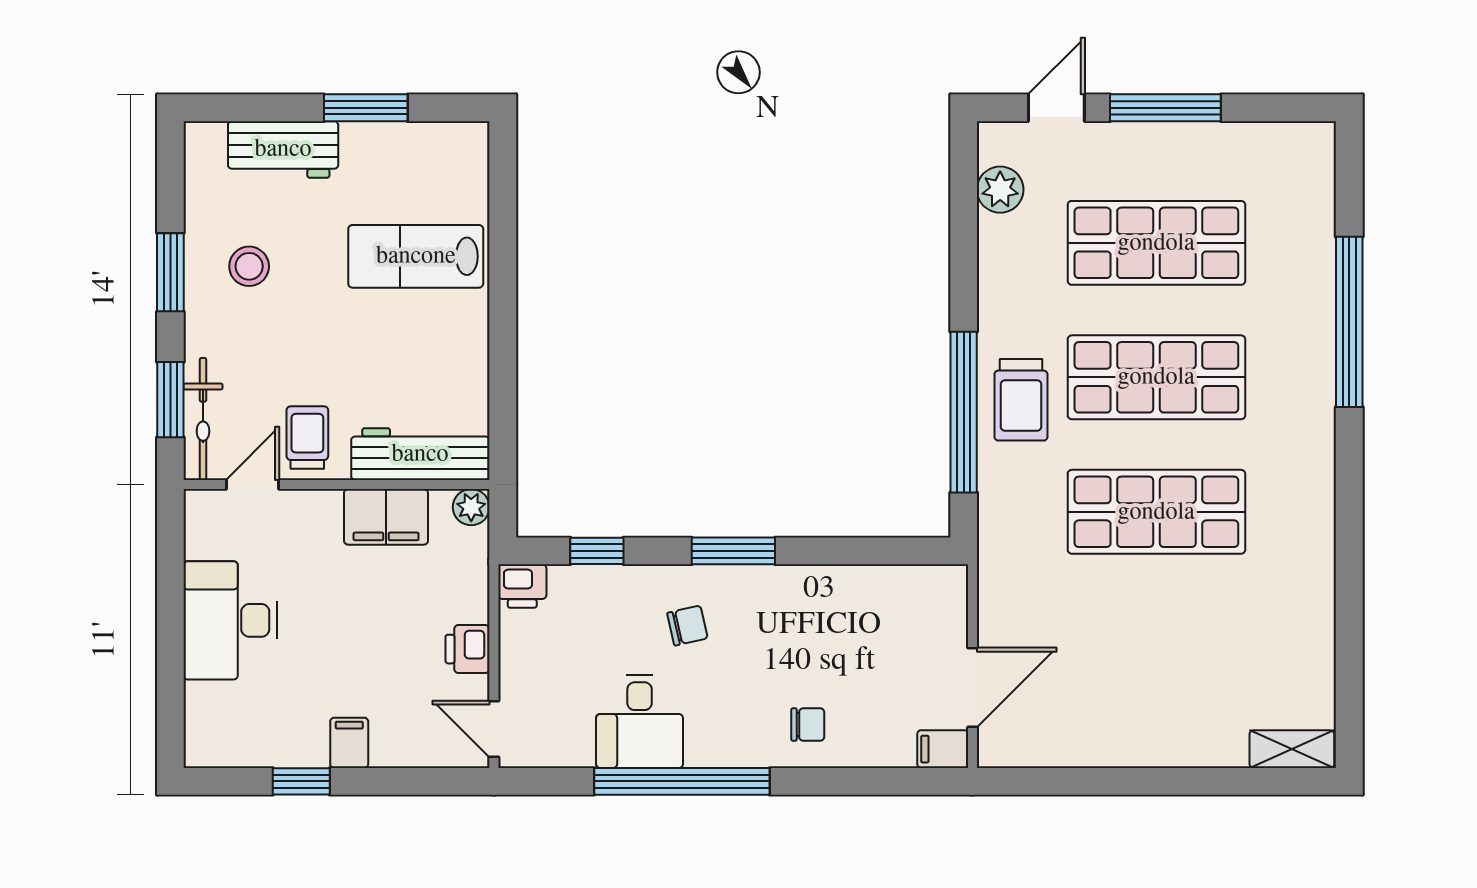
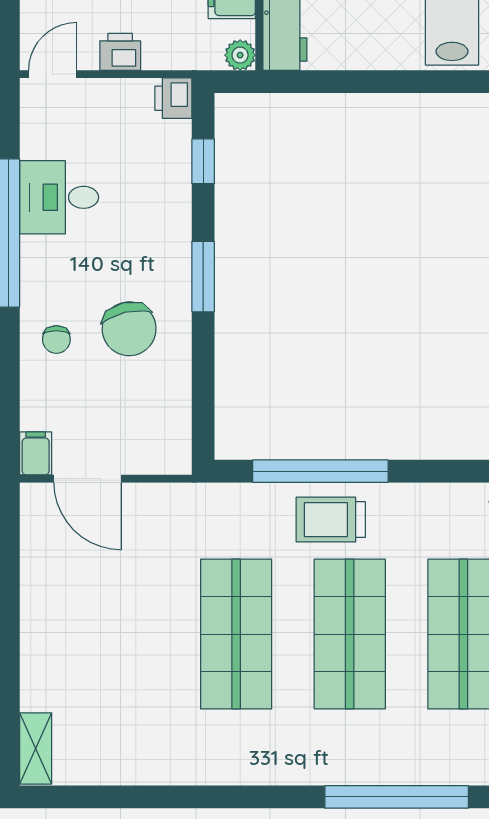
chair: (687, 626) -> (129, 329), moved, width x1.87, depth x1.87

